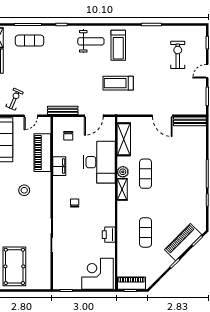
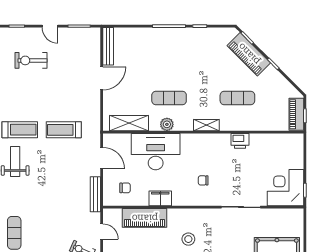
treadmill: (118, 83) -> (64, 130), turned 90
shelving: (122, 189) -> (206, 125), moved
corner desk: (98, 274) -> (285, 188), moved, turned 90

